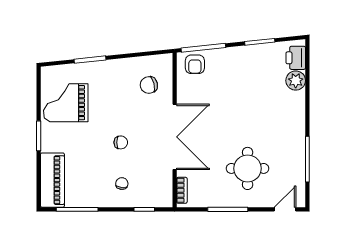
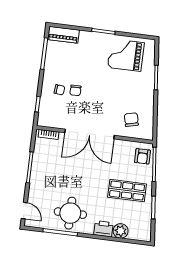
printer: (296, 58) -> (103, 229), moved
armchair: (195, 64) -> (143, 156), turned -90
shop shelf: (242, 79) -> (127, 191), added
grand piano: (66, 103) -> (126, 55), turned -90
chair: (121, 142) -> (75, 90), moved
round table: (248, 168) -> (70, 213), moved
piano: (52, 180) -> (63, 35), width x0.73, depth x0.75

